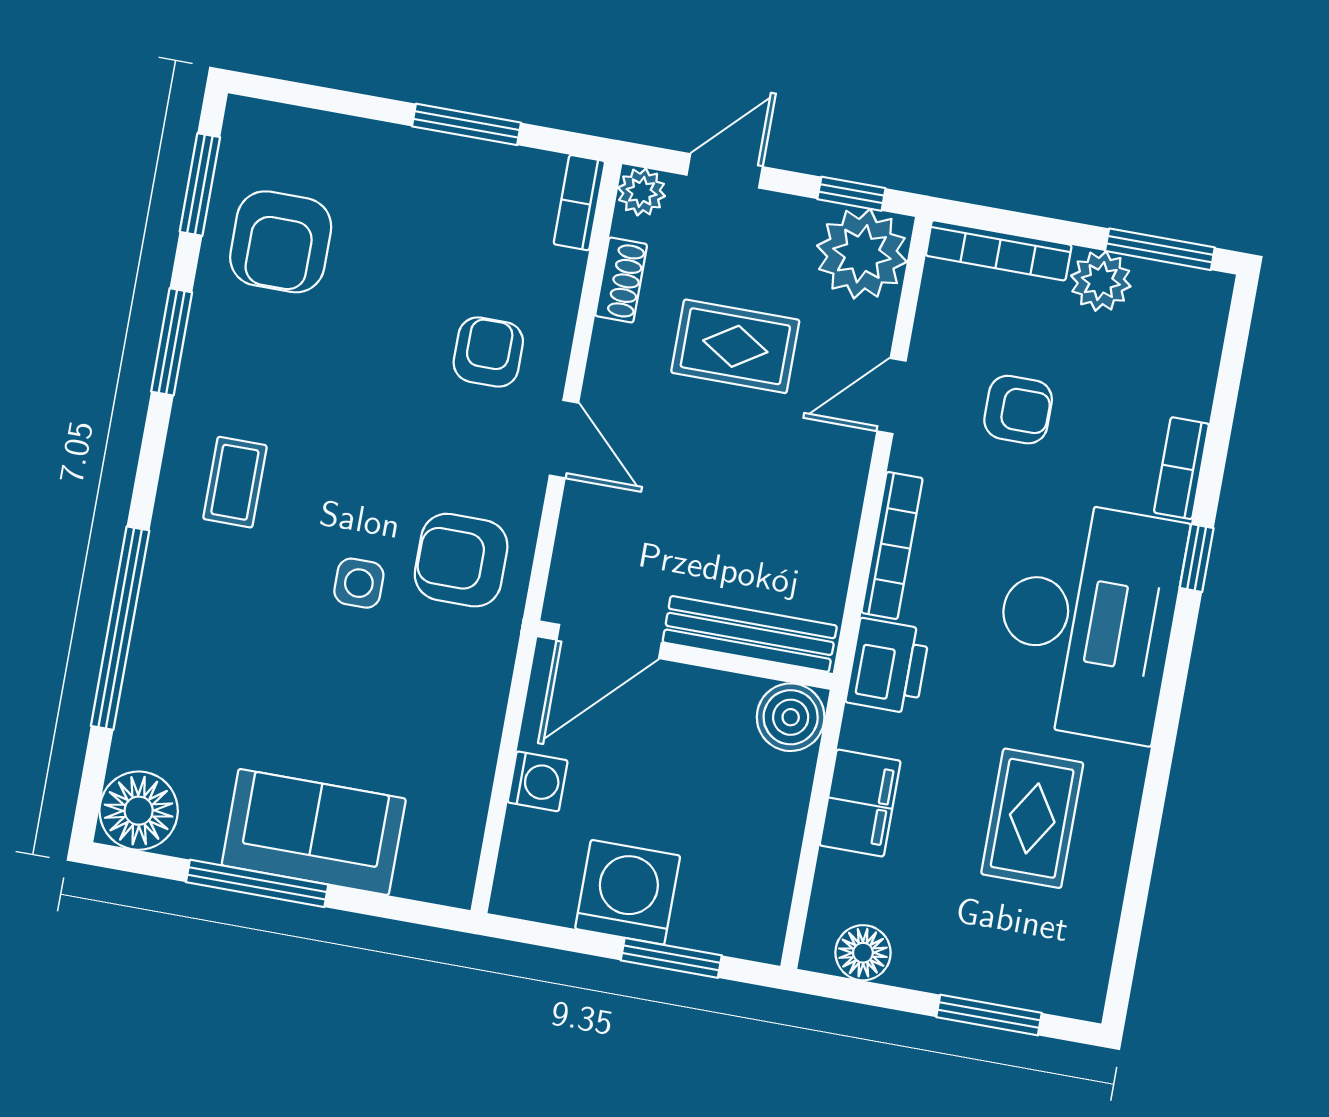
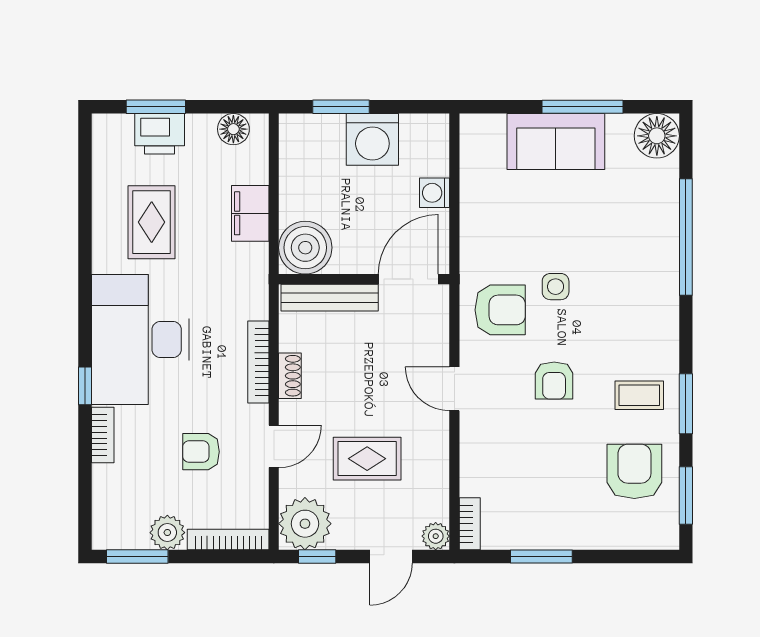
shoe rack: (621, 280) -> (290, 376), moved, turned 180
armchair: (488, 352) -> (554, 380), moved
coffee table: (235, 482) -> (639, 395), moved, turned 90
printer: (888, 666) -> (160, 134), moved, turned -90
boiler: (791, 717) -> (305, 248), width x1.37, depth x1.37

